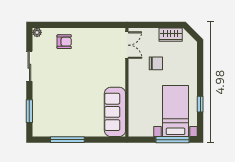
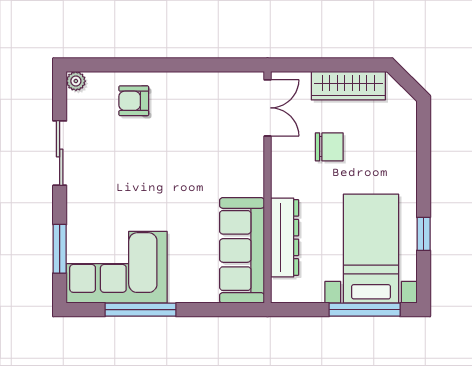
wardrobe: (171, 35) -> (348, 86), width x1.50
armchair: (64, 42) -> (134, 101), turned 180
dresser: (135, 106) -> (285, 237), added
corner sofa: (56, 120) -> (117, 267), added

